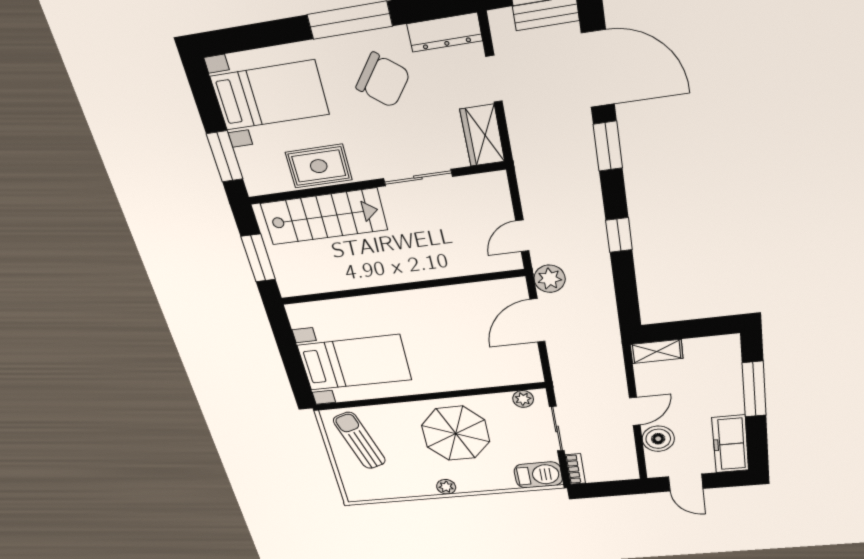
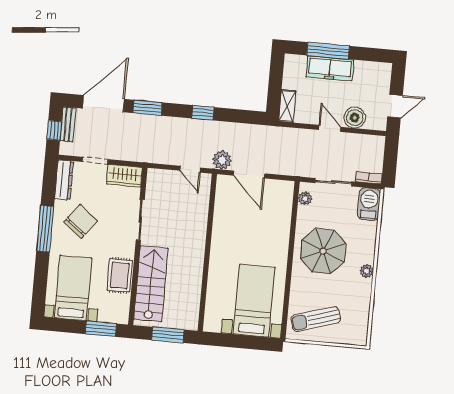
freezer: (730, 444) -> (330, 68), moved

